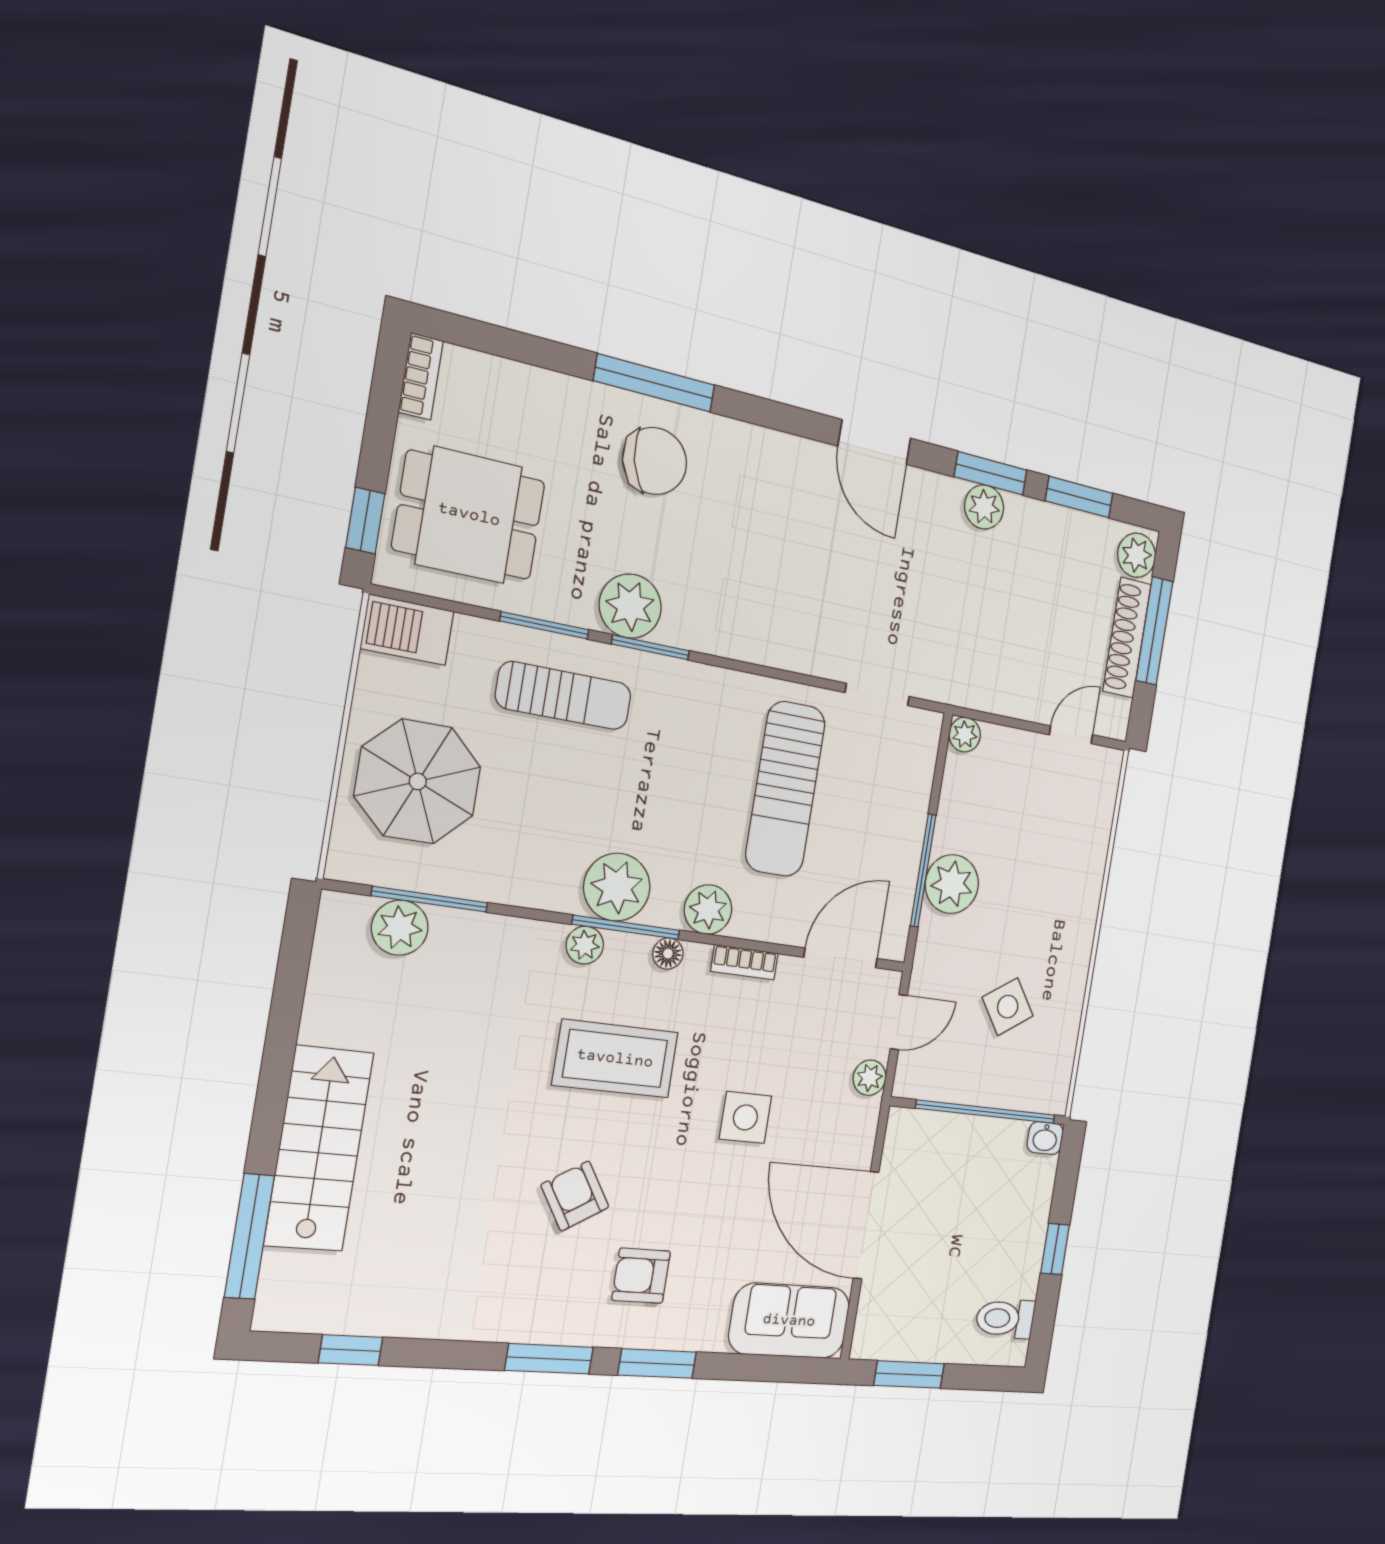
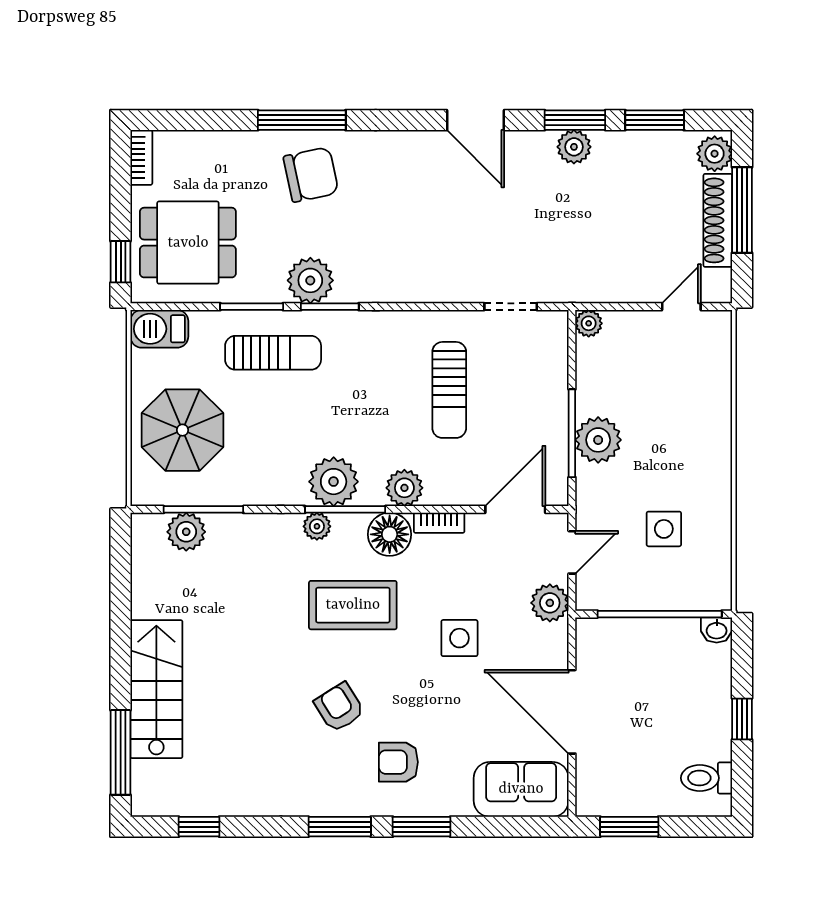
sun lounger: (785, 789) -> (449, 390), width x0.73, depth x0.75
floor lamp: (668, 954) -> (390, 534), width x1.89, depth x1.89
side table: (1008, 1007) -> (664, 529), turned 34
plant: (870, 1078) -> (550, 603), width x1.38, depth x1.38

